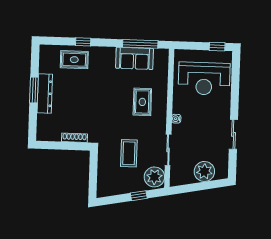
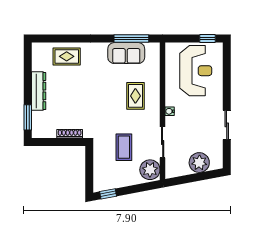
window: (83, 42) -> (75, 39), removed
reception desk: (204, 79) -> (196, 71), turned -90
window: (34, 90) -> (28, 117), moved
window: (139, 196) -> (108, 194), moved

